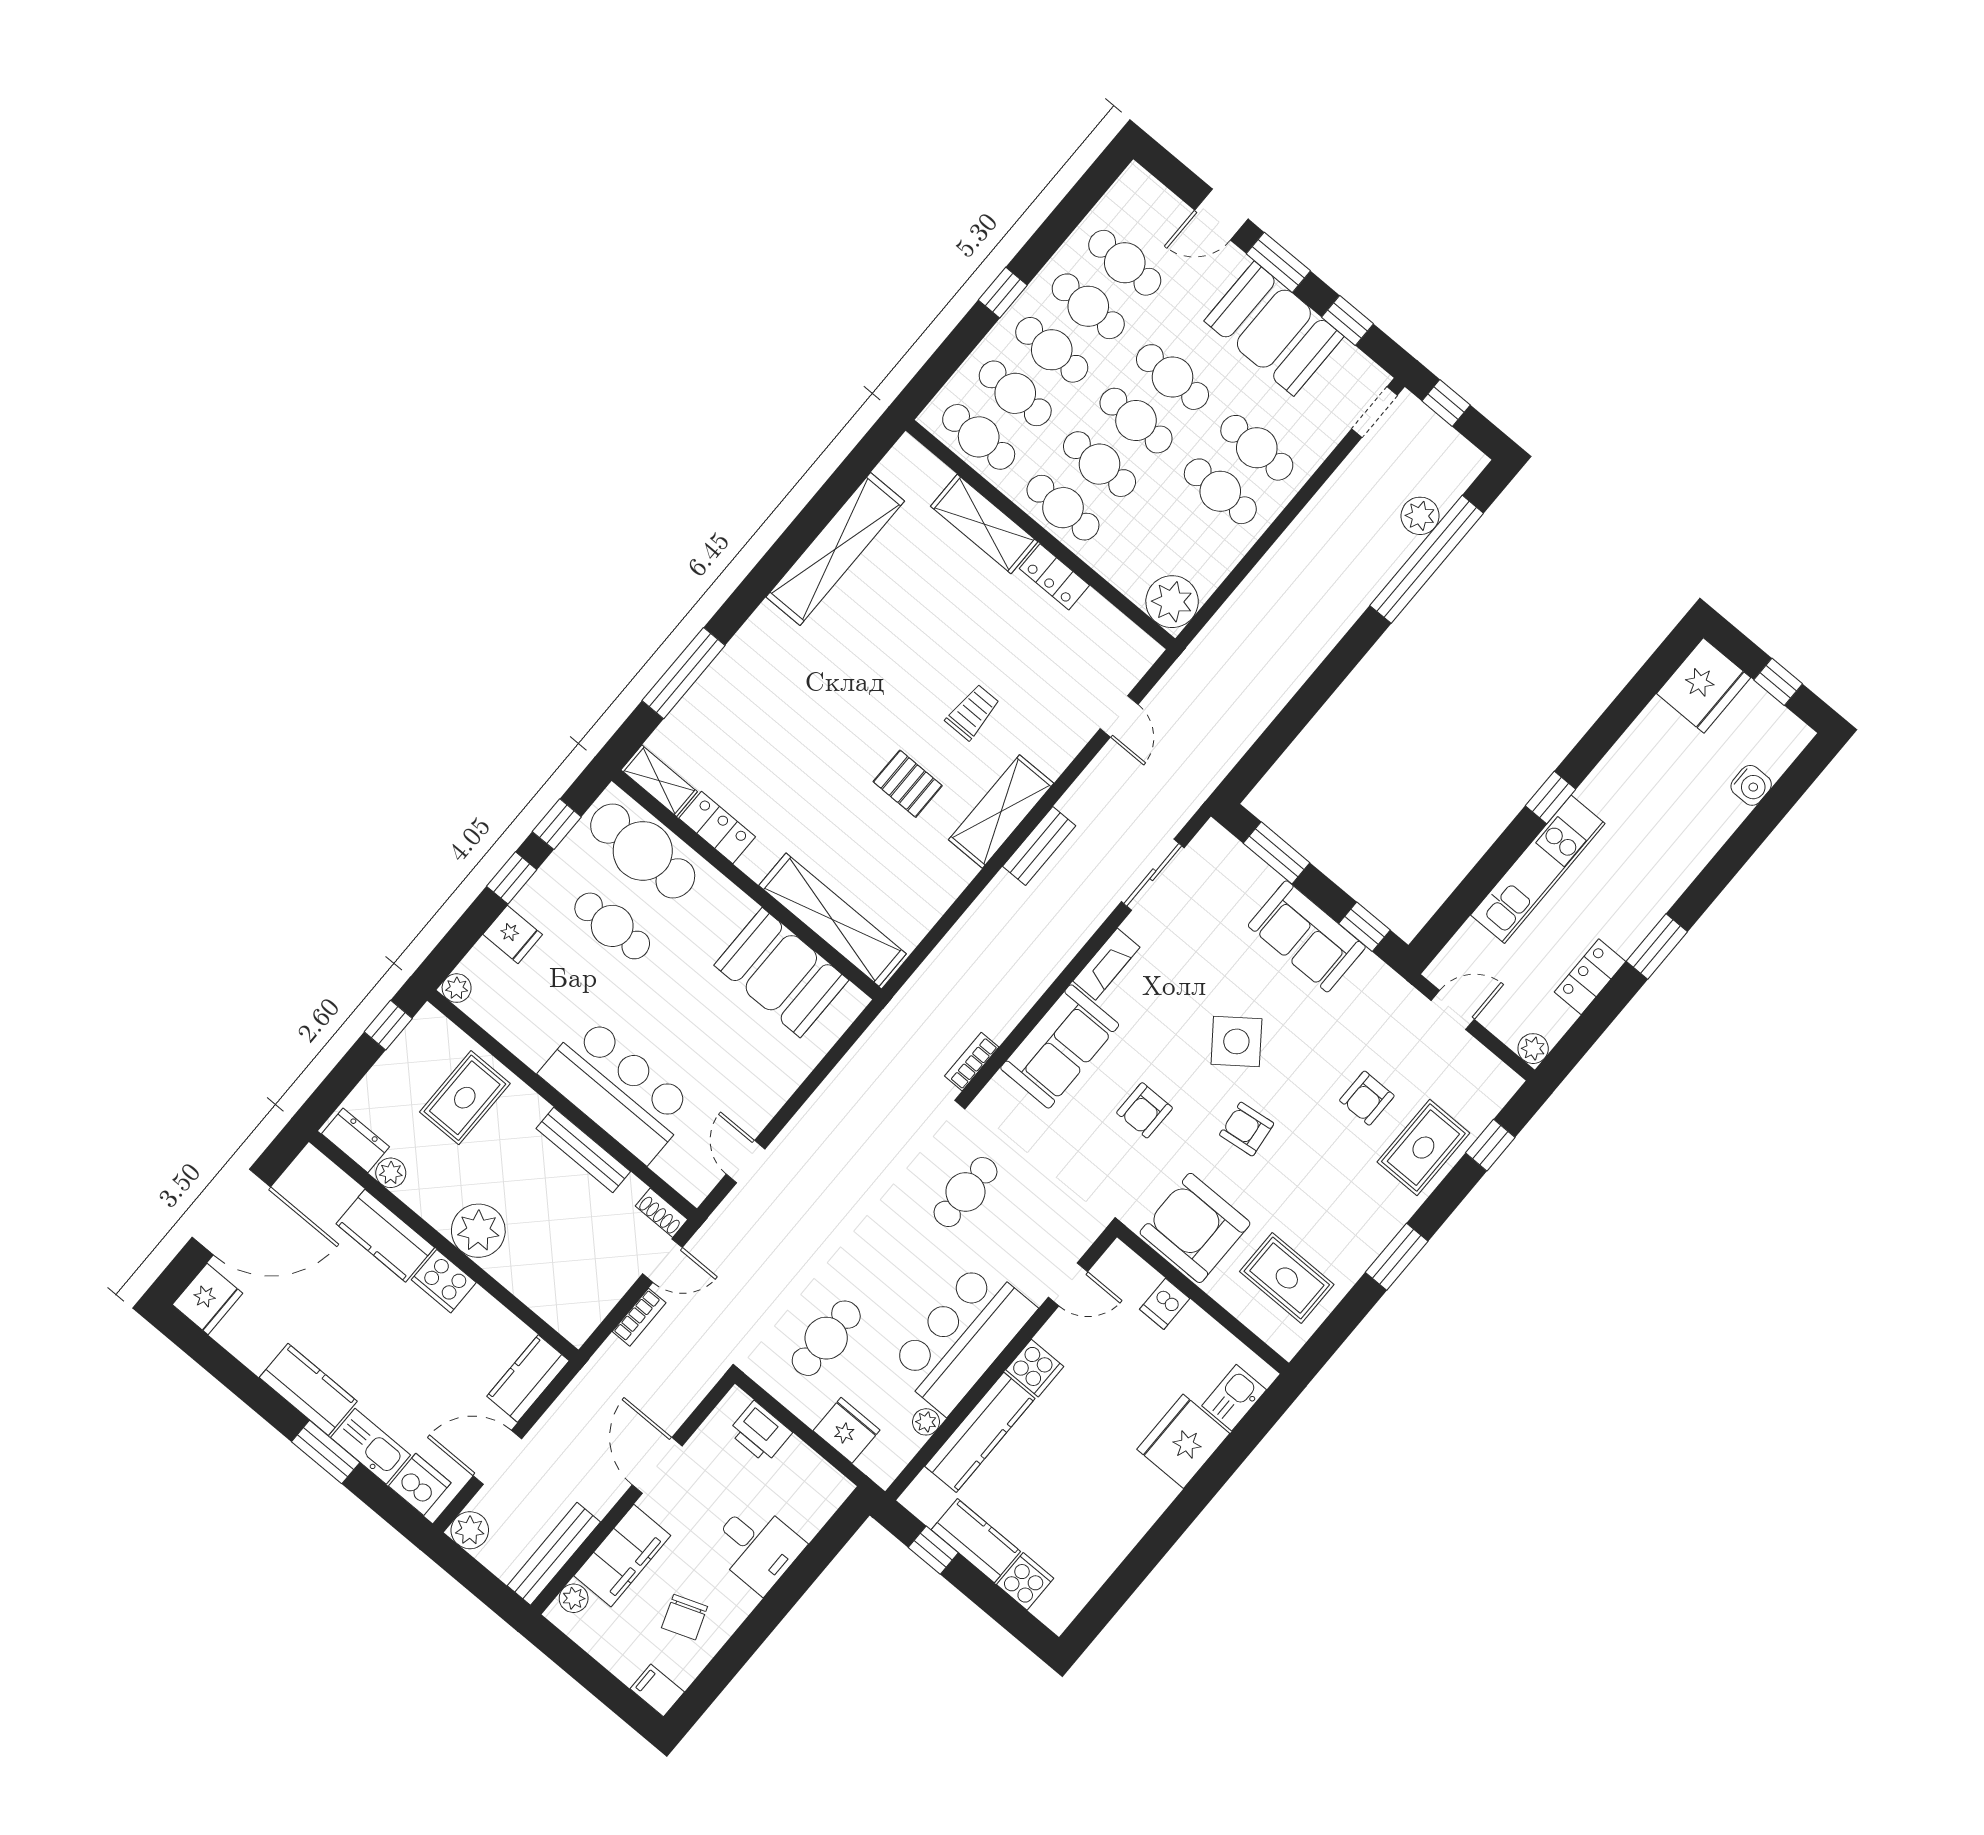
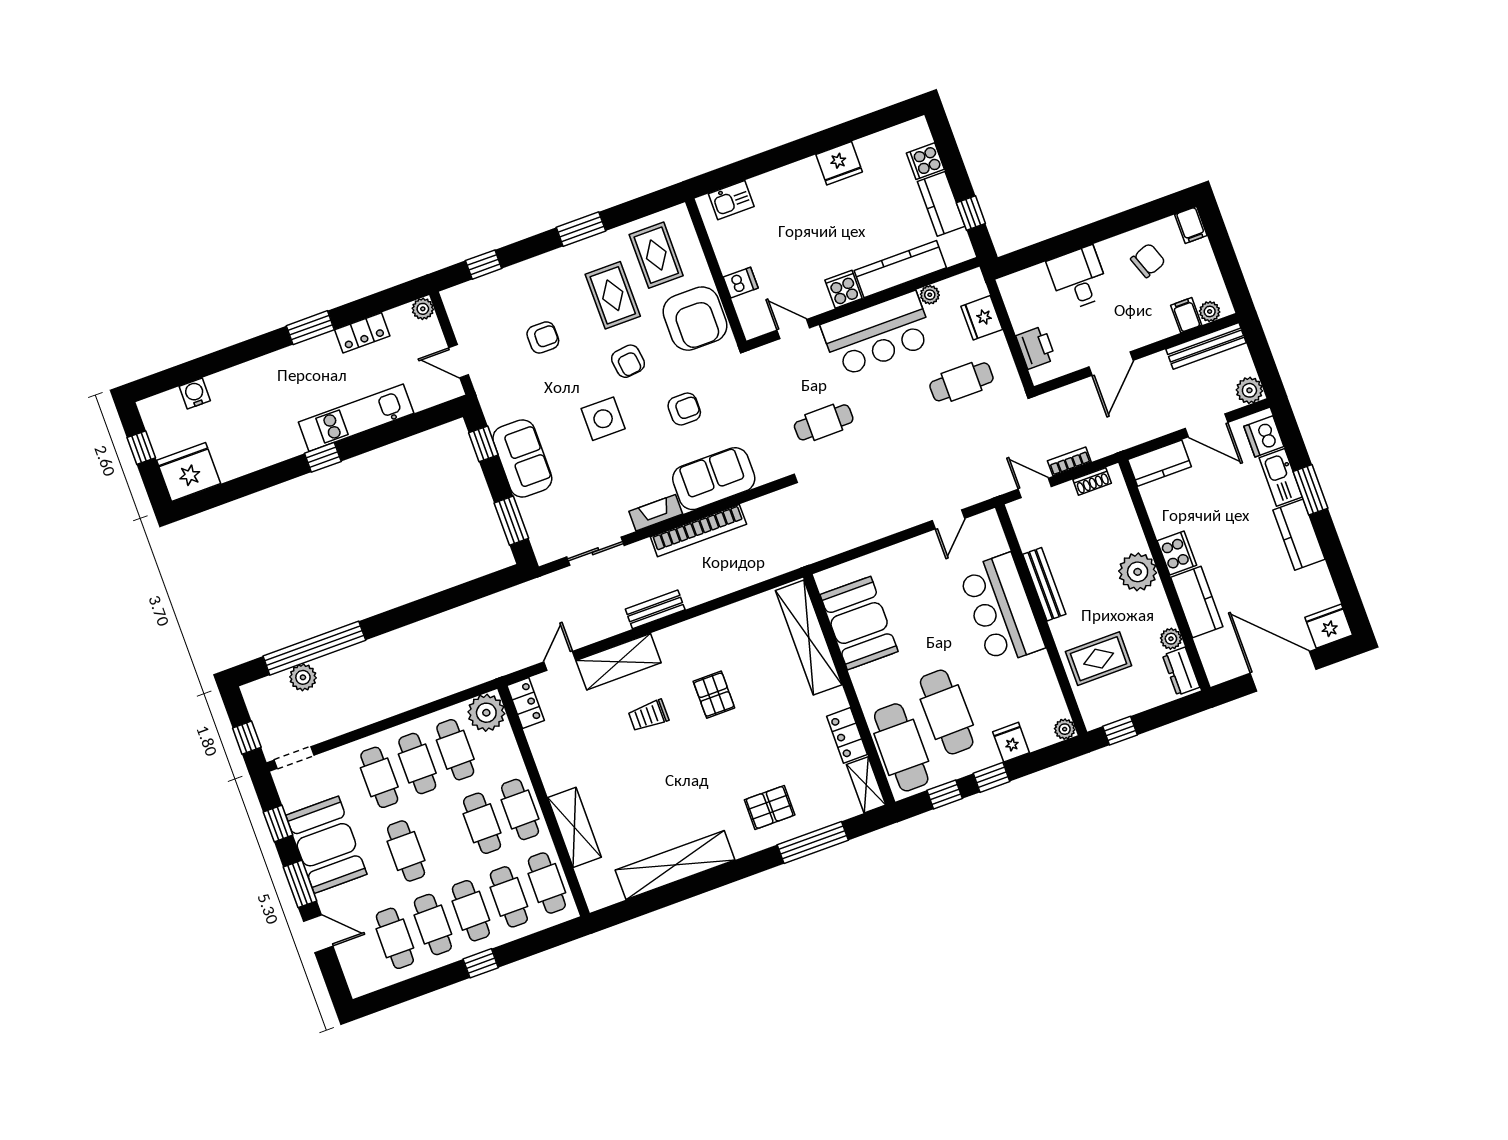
cafe table: (1136, 421) -> (455, 750), moved
locker: (1054, 577) -> (526, 703), moved
pallet: (761, 685) -> (770, 807), added
shelving: (1001, 811) -> (619, 662), moved
cafe table: (612, 926) -> (947, 712), width x1.37, depth x1.35
side table: (1236, 1041) -> (603, 419), turned 37
bookcase: (972, 1062) -> (698, 531), moved, width x2.31, depth x1.31
rug: (1423, 1148) -> (613, 295), moved, turned 90
shoe rack: (661, 1213) -> (1092, 481), moved, turned 90
fridge: (1183, 1441) -> (839, 163), moved, width x0.73, depth x0.75
filing cabinet: (622, 1556) -> (1186, 315), width x0.33, depth x0.86

